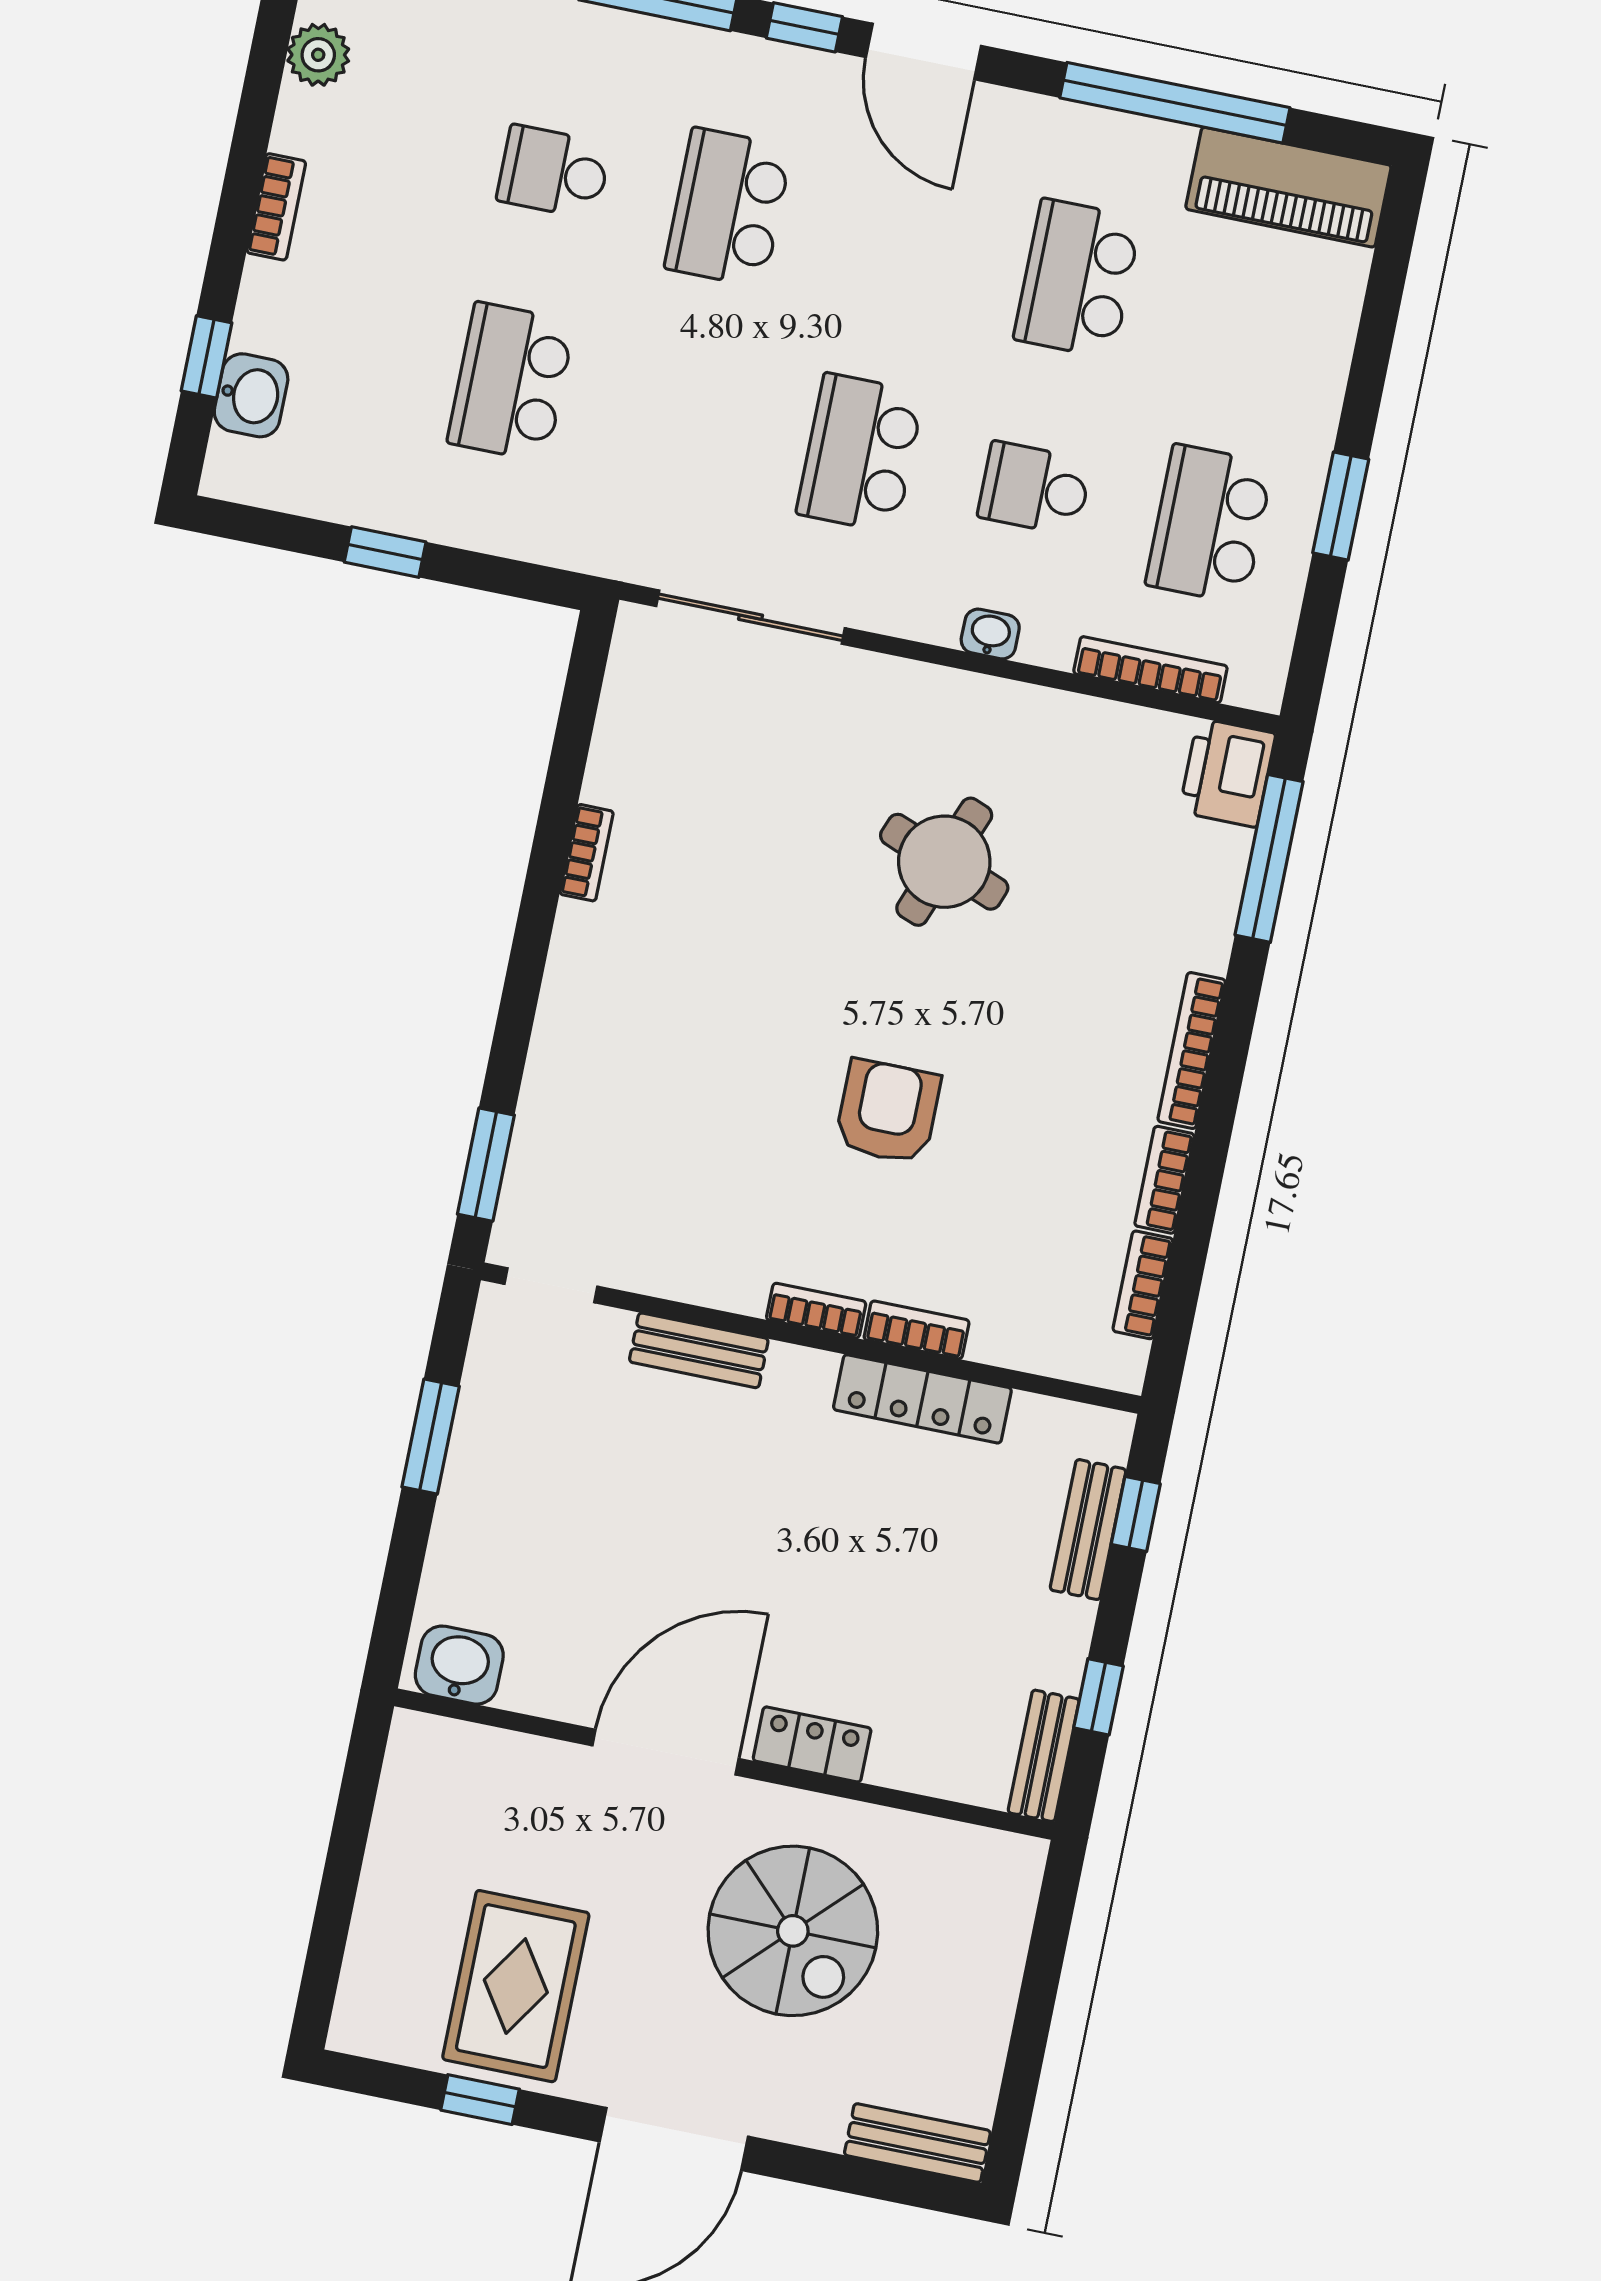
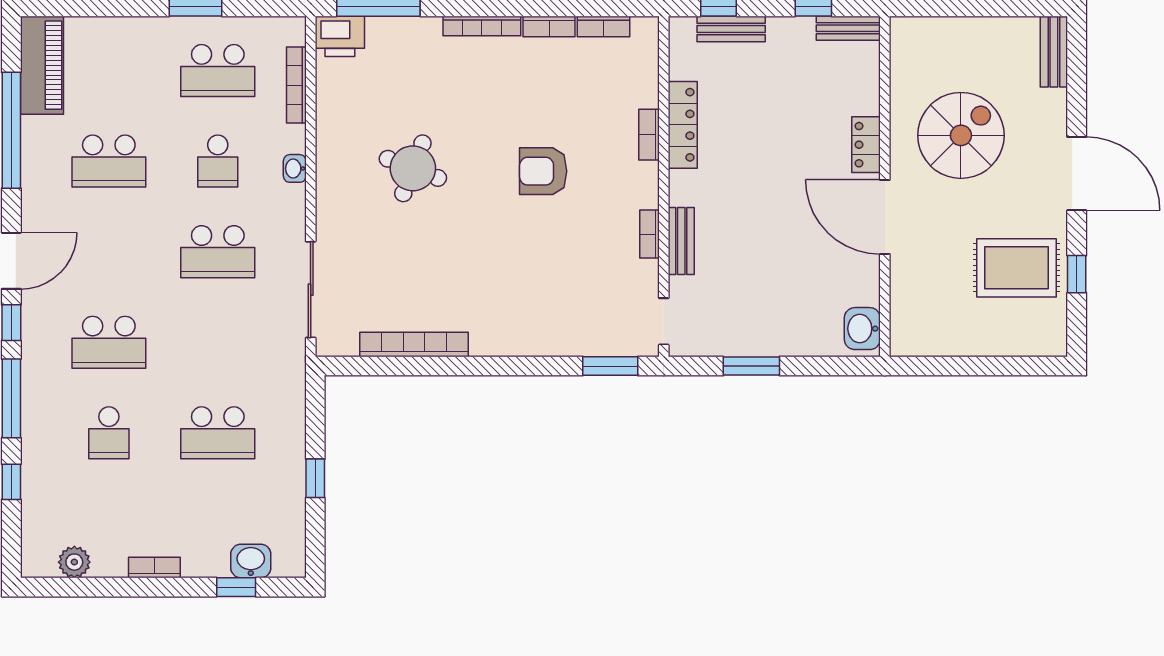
bookcase: (587, 853) -> (414, 345), width x2.31, depth x1.31
bookcase: (816, 1311) -> (650, 234), moved

